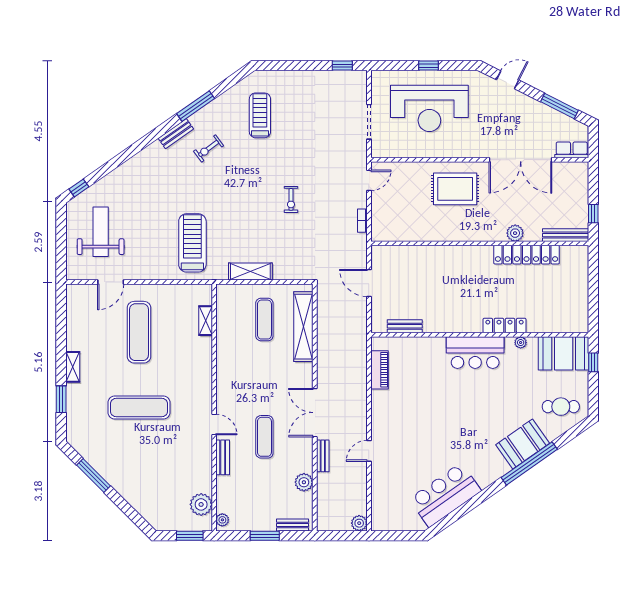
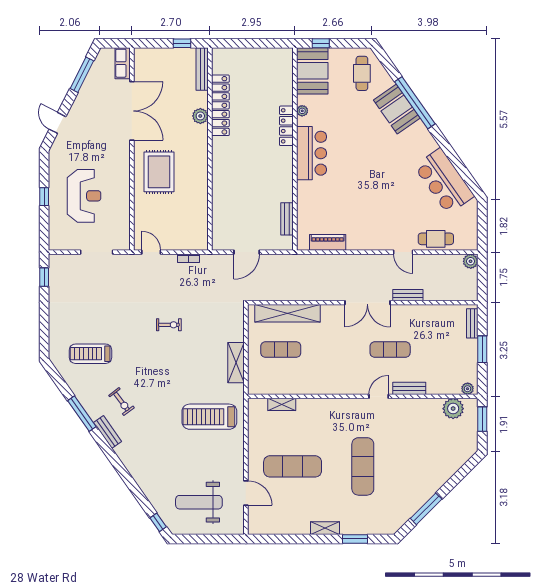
reception desk: (429, 108) -> (84, 196), width x0.74, depth x0.77
plant: (304, 482) -> (432, 313), removed
cafe table: (383, 486) -> (436, 239), added

